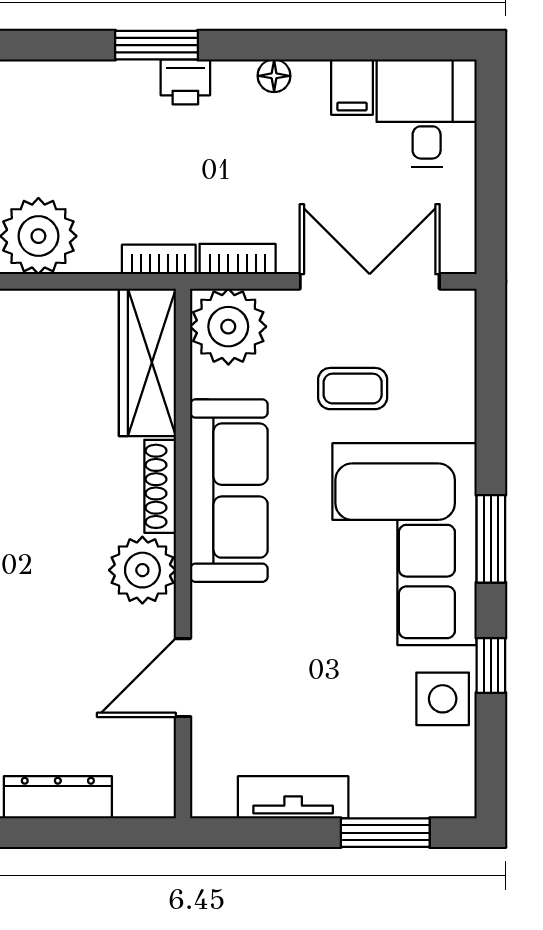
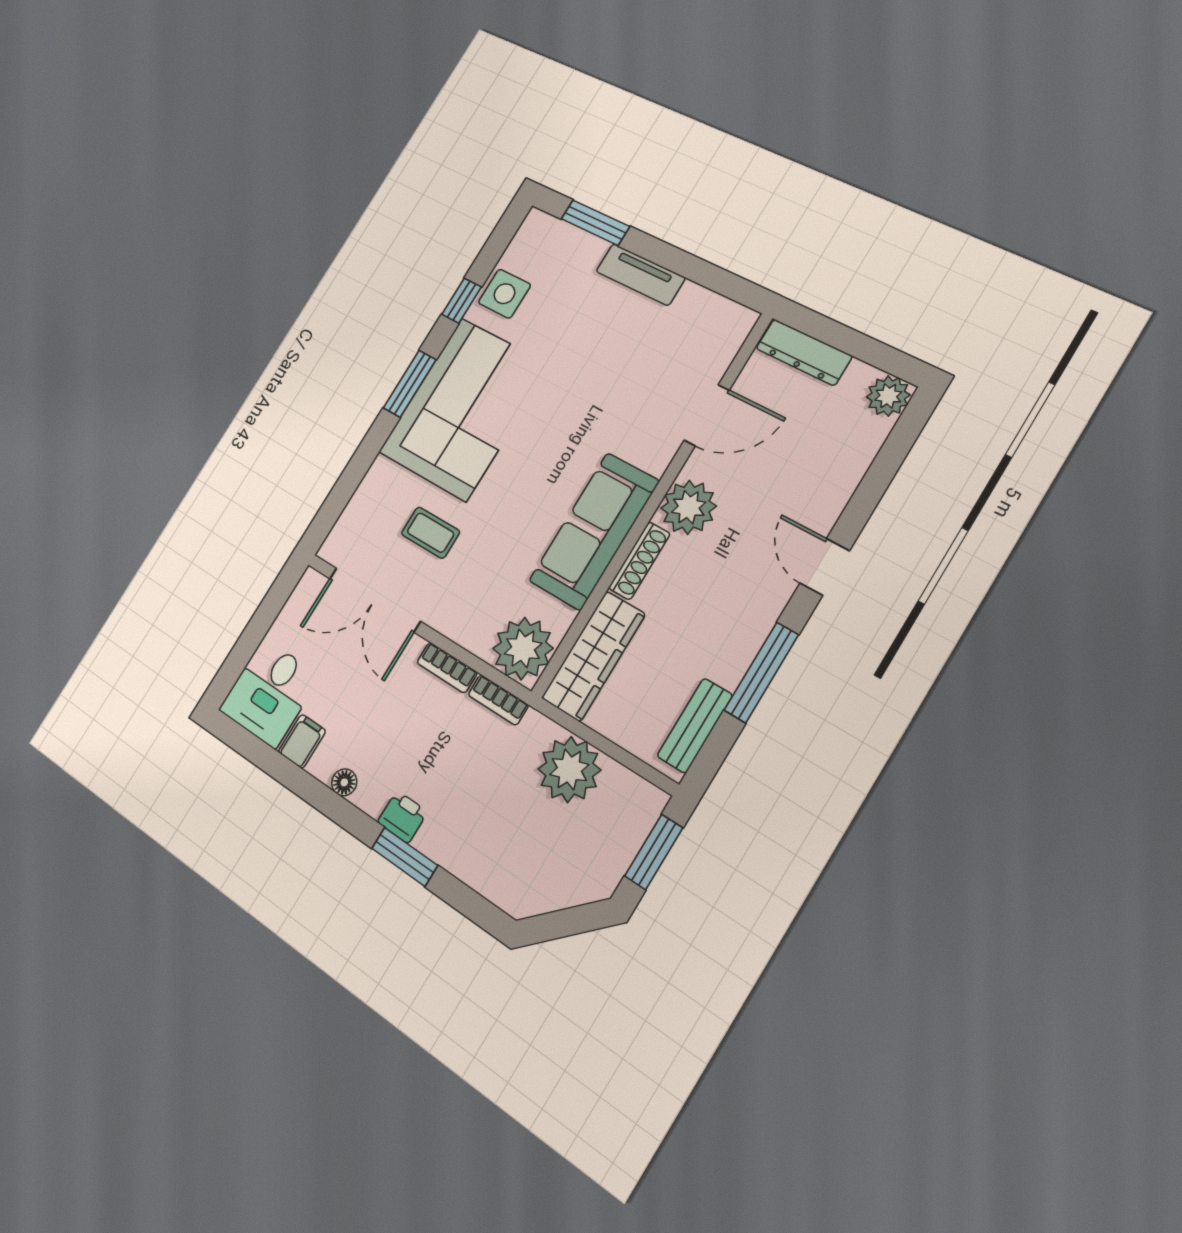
plant: (228, 327) -> (523, 648), moved
wardrobe: (147, 362) -> (593, 656), moved
shoe rack: (160, 486) -> (639, 561), moved
sofa: (229, 491) -> (594, 531), moved
wall: (183, 553) -> (653, 504), moved
plant: (142, 570) -> (689, 507), moved
door: (183, 678) -> (707, 415), moved

